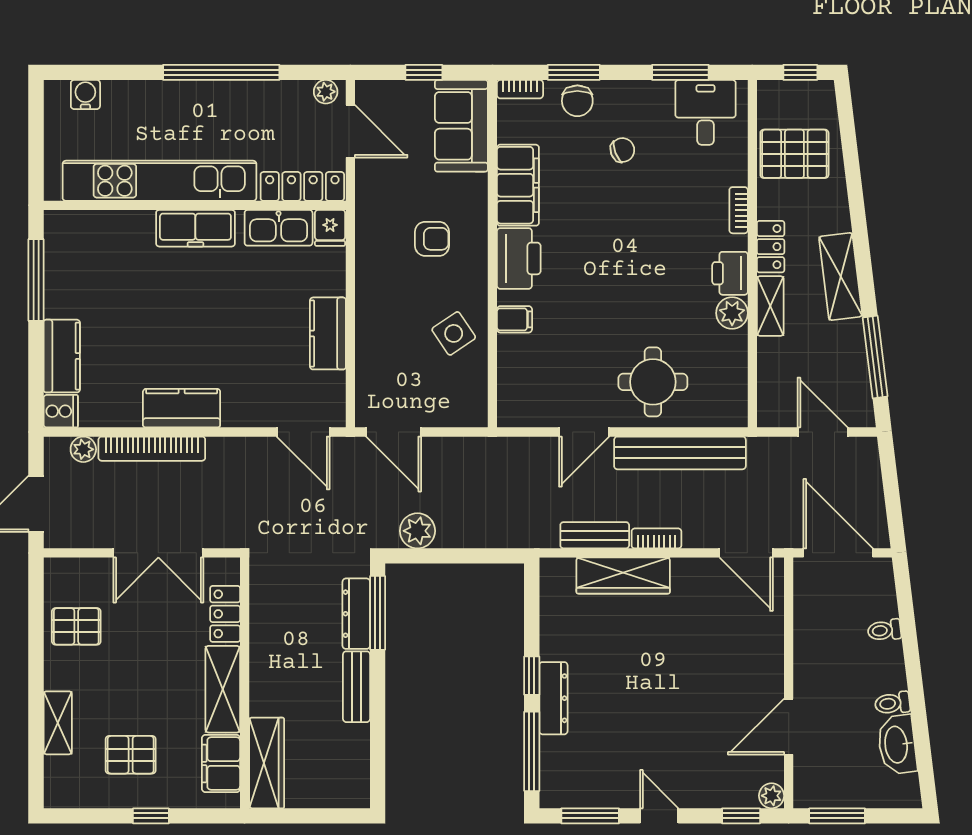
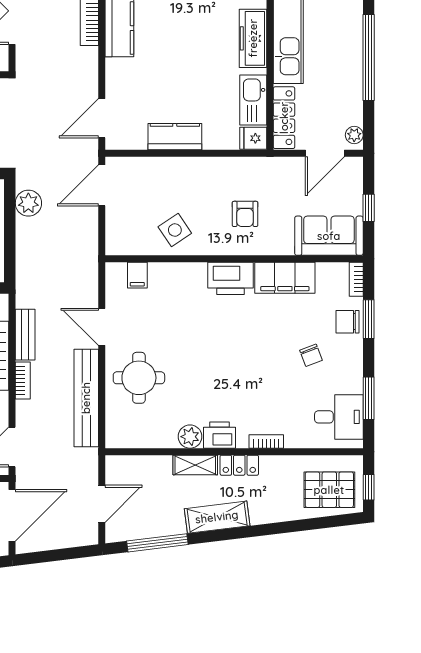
pallet: (794, 154) -> (329, 490), moved, turned 90
filing cabinet: (514, 319) -> (137, 275), moved

